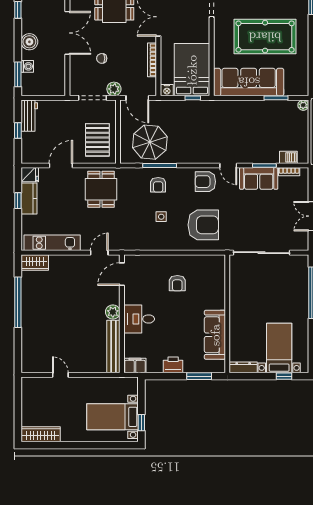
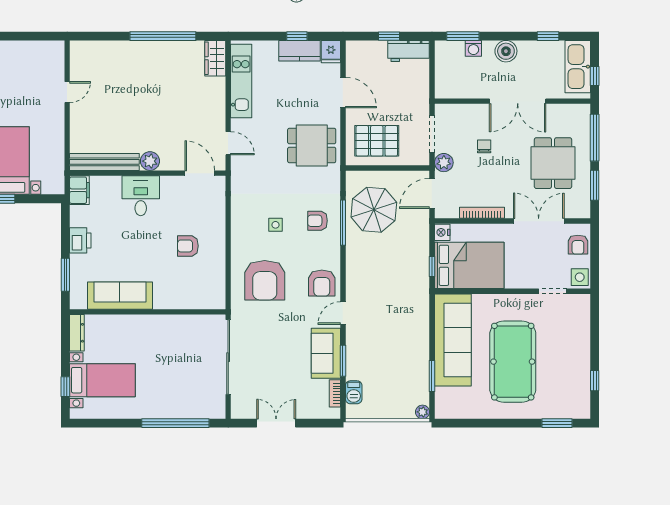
armchair: (205, 182) -> (322, 283), turned 180

